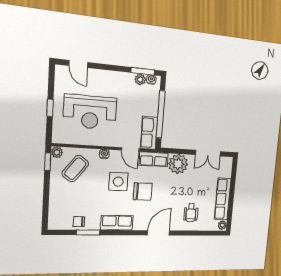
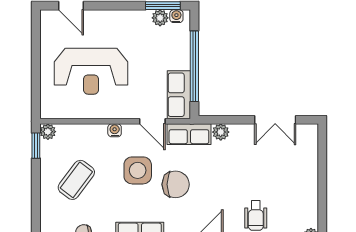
window: (50, 108) -> (36, 70), removed
plant: (178, 164) -> (221, 132), width x0.53, depth x0.53
coffee table: (75, 169) -> (76, 180), moved
row of seats: (223, 199) -> (307, 192), removed

